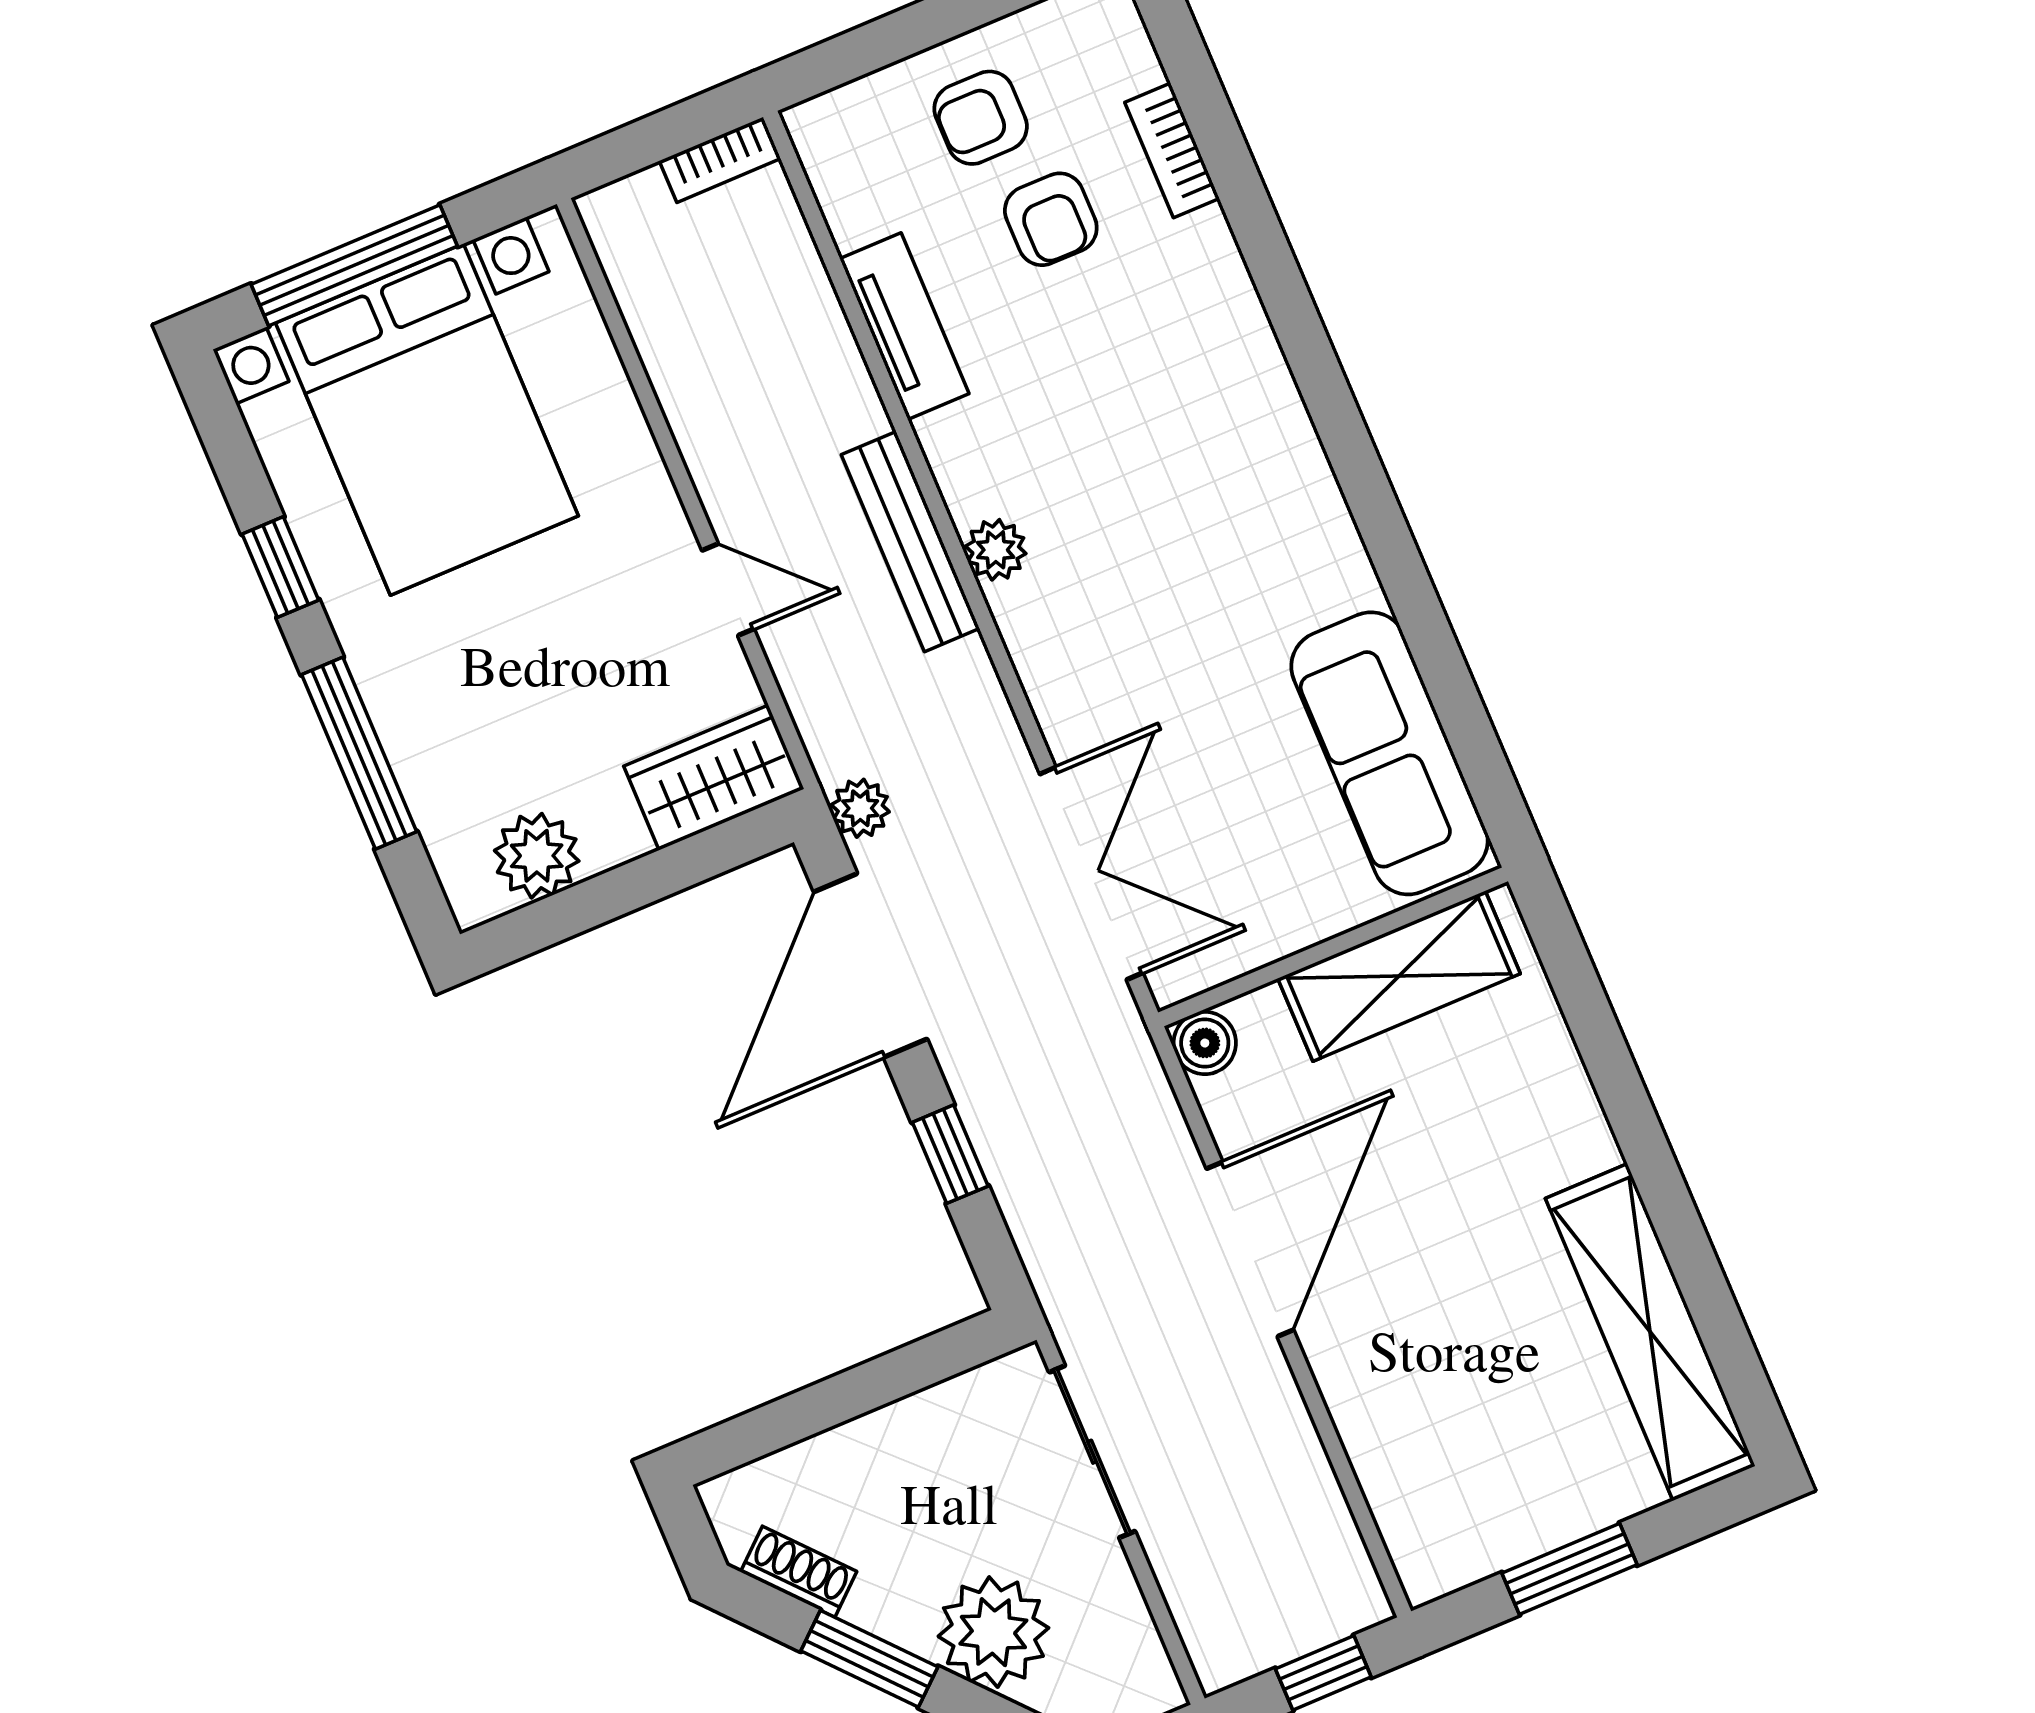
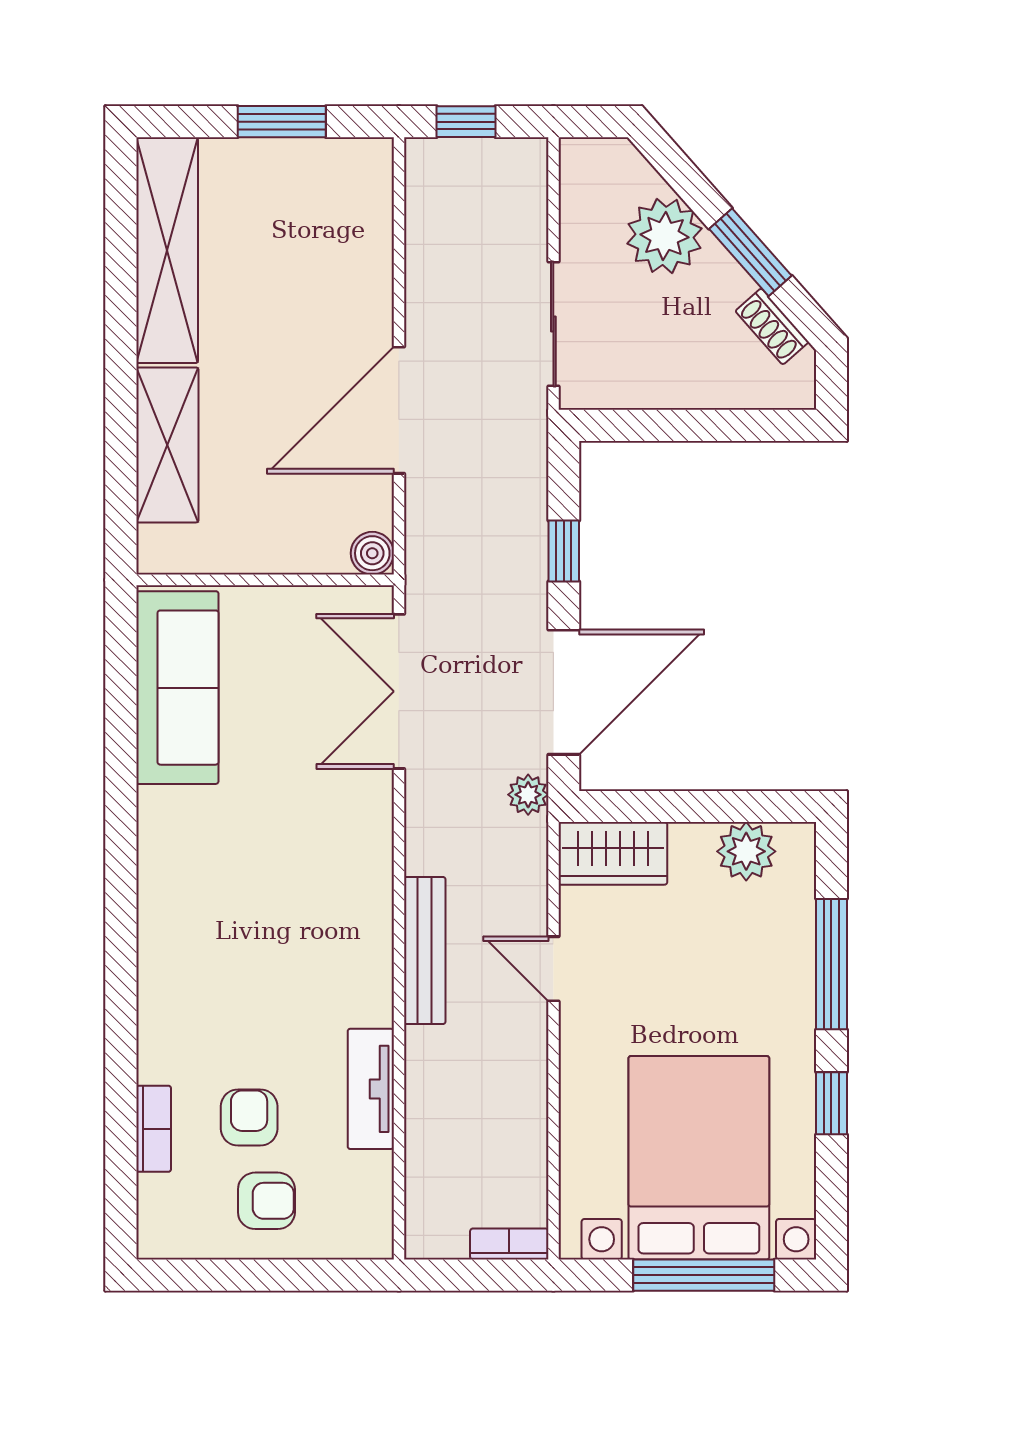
bookcase: (720, 160) -> (509, 1244), moved
plant: (996, 550) -> (373, 922), removed
shelving: (1399, 976) -> (167, 445), moved, turned 90

